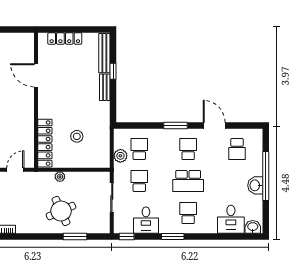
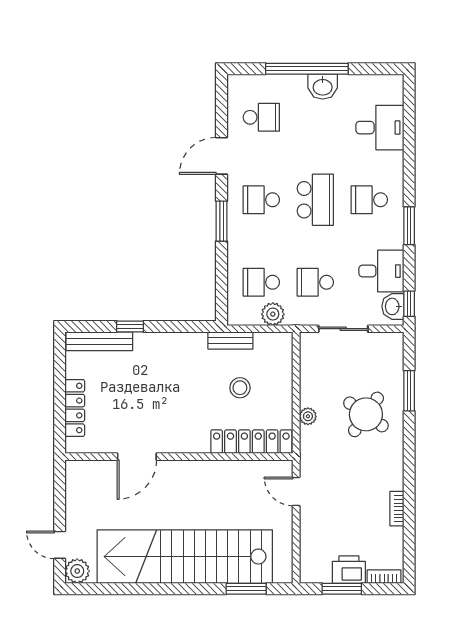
bench: (105, 87) -> (230, 340), moved
round table: (61, 211) -> (366, 414), turned -31
washbasin: (253, 227) -> (393, 306), moved

